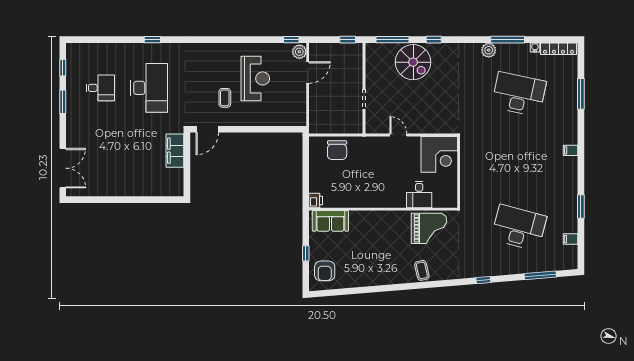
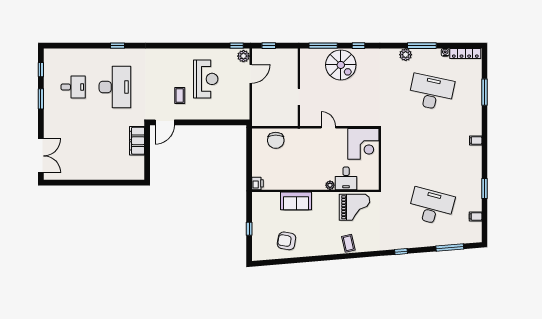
window: (348, 40) -> (269, 46), moved
plant: (400, 203) -> (330, 185), added
sofa: (330, 221) -> (296, 201), moved
armchair: (325, 271) -> (286, 241), moved, turned 100

